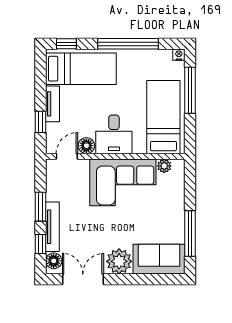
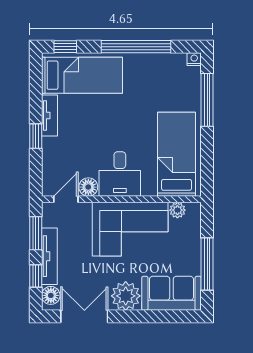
bed: (163, 117) -> (177, 154), moved
desk: (114, 134) -> (120, 174), moved
floor lamp: (86, 146) -> (88, 187), moved
door: (67, 156) -> (66, 199), moved
wall: (115, 156) -> (121, 199), moved
plant: (164, 166) -> (177, 210), moved
corner sofa: (123, 182) -> (130, 229), moved

